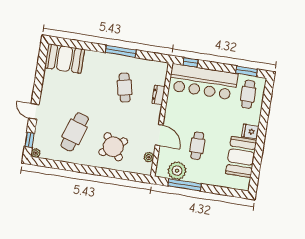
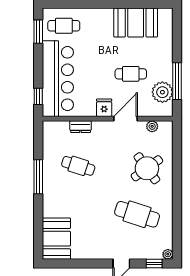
cafe table: (125, 88) -> (78, 166), turned 30
fridge: (250, 132) -> (104, 108), moved, turned 180

